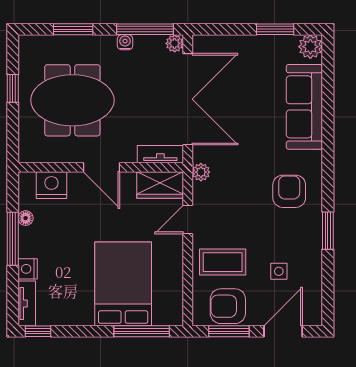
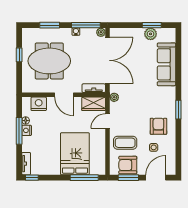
plant: (310, 47) -> (151, 34), moved
armchair: (289, 191) -> (158, 126), moved
window: (328, 231) -> (178, 110), moved
nightstand: (28, 269) -> (27, 130), moved

